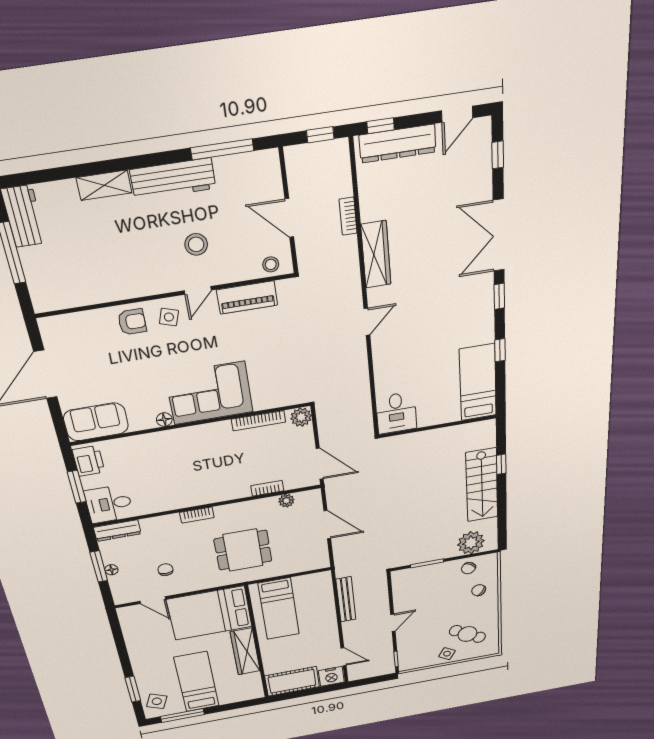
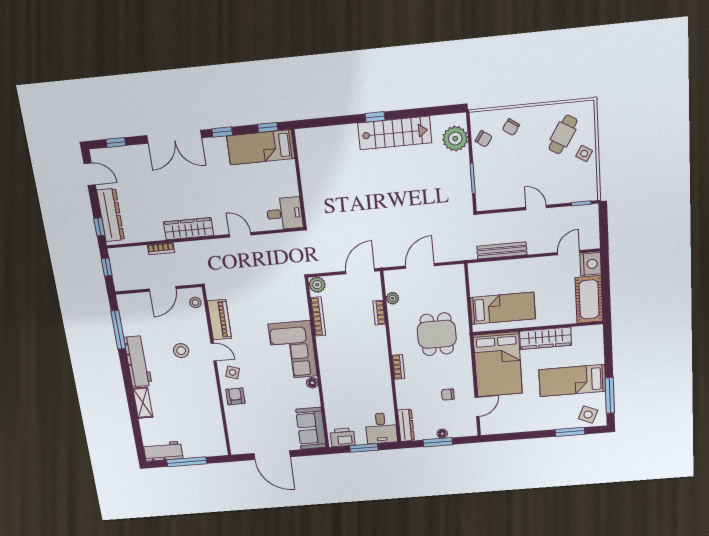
bed: (478, 383) -> (261, 147), moved
desk: (396, 413) -> (284, 213), moved
wall: (438, 426) -> (299, 179), moved

